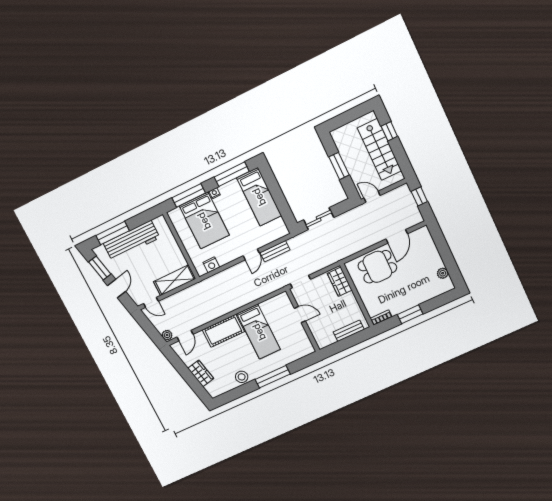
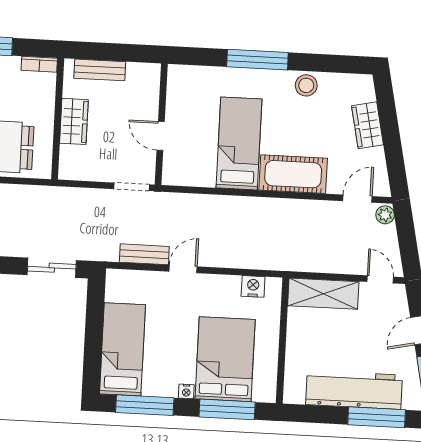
wardrobe: (340, 282) -> (74, 121), moved

